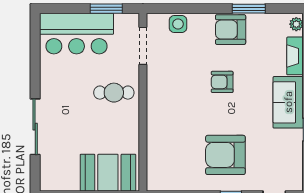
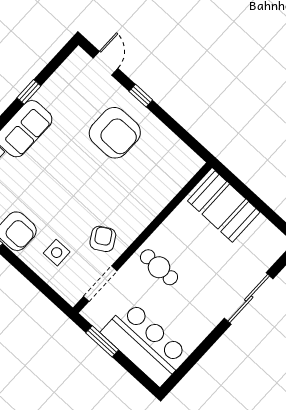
side table: (178, 24) -> (57, 253), moved
armchair: (222, 82) -> (103, 239), moved, turned -121

